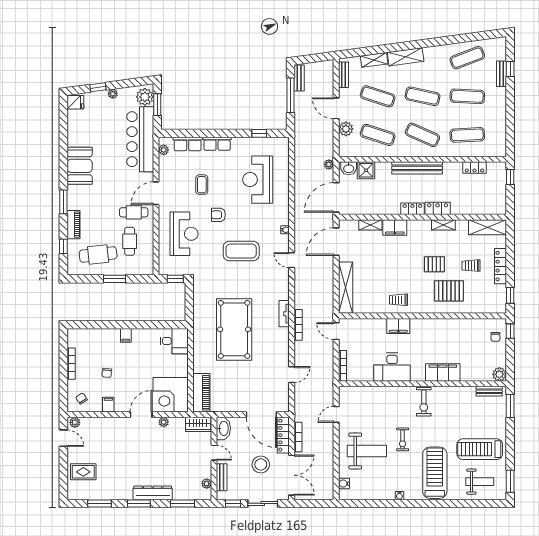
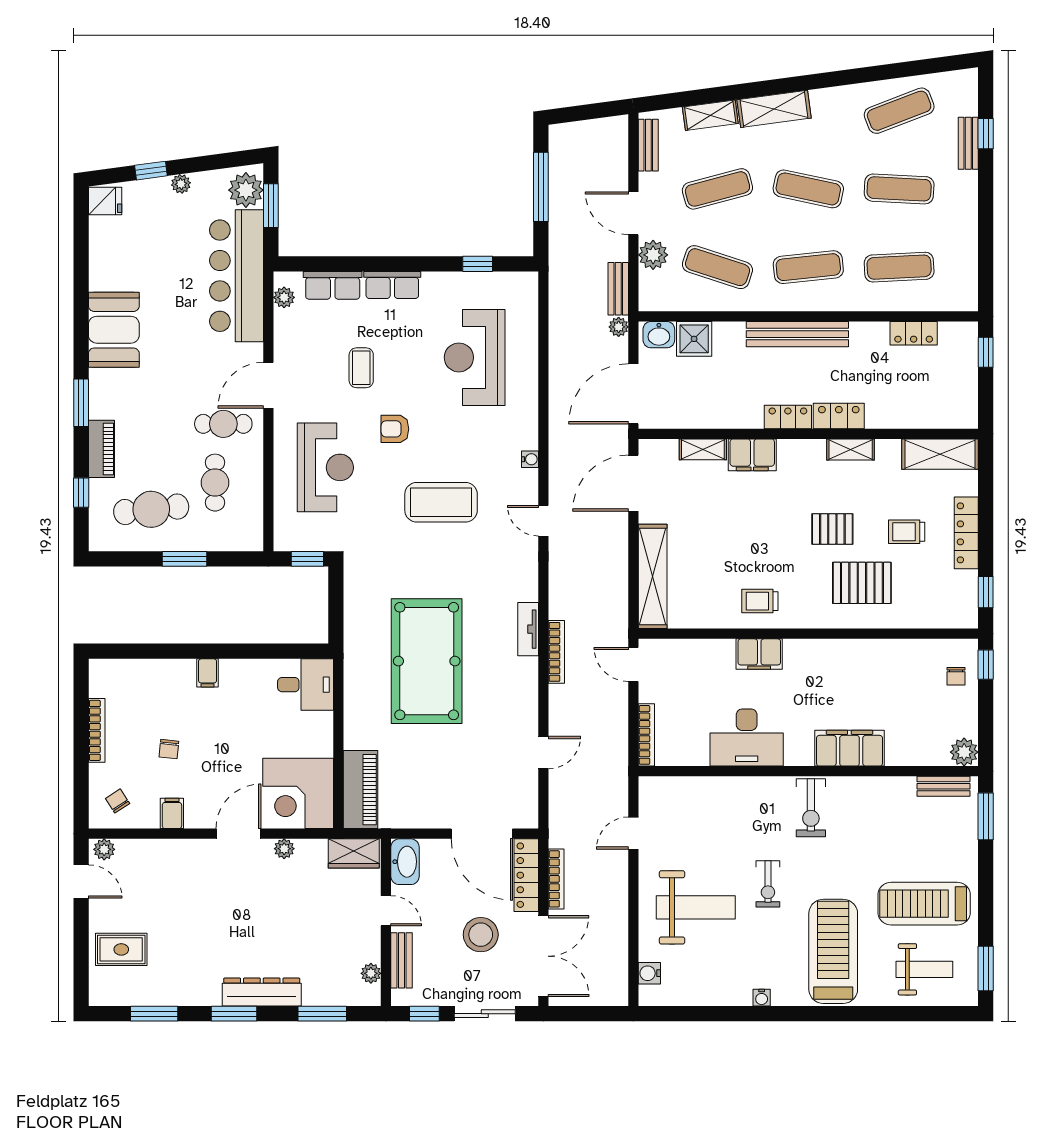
bench: (299, 78) -> (618, 289), moved
exercise mat: (378, 96) -> (717, 189), turned -33
exercise mat: (422, 135) -> (808, 267), turned -30

